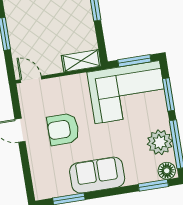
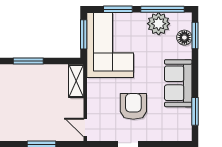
door: (31, 79) -> (85, 127), hinge flipped
armchair: (63, 129) -> (133, 106), turned 180
floor lamp: (167, 171) -> (184, 38), moved

